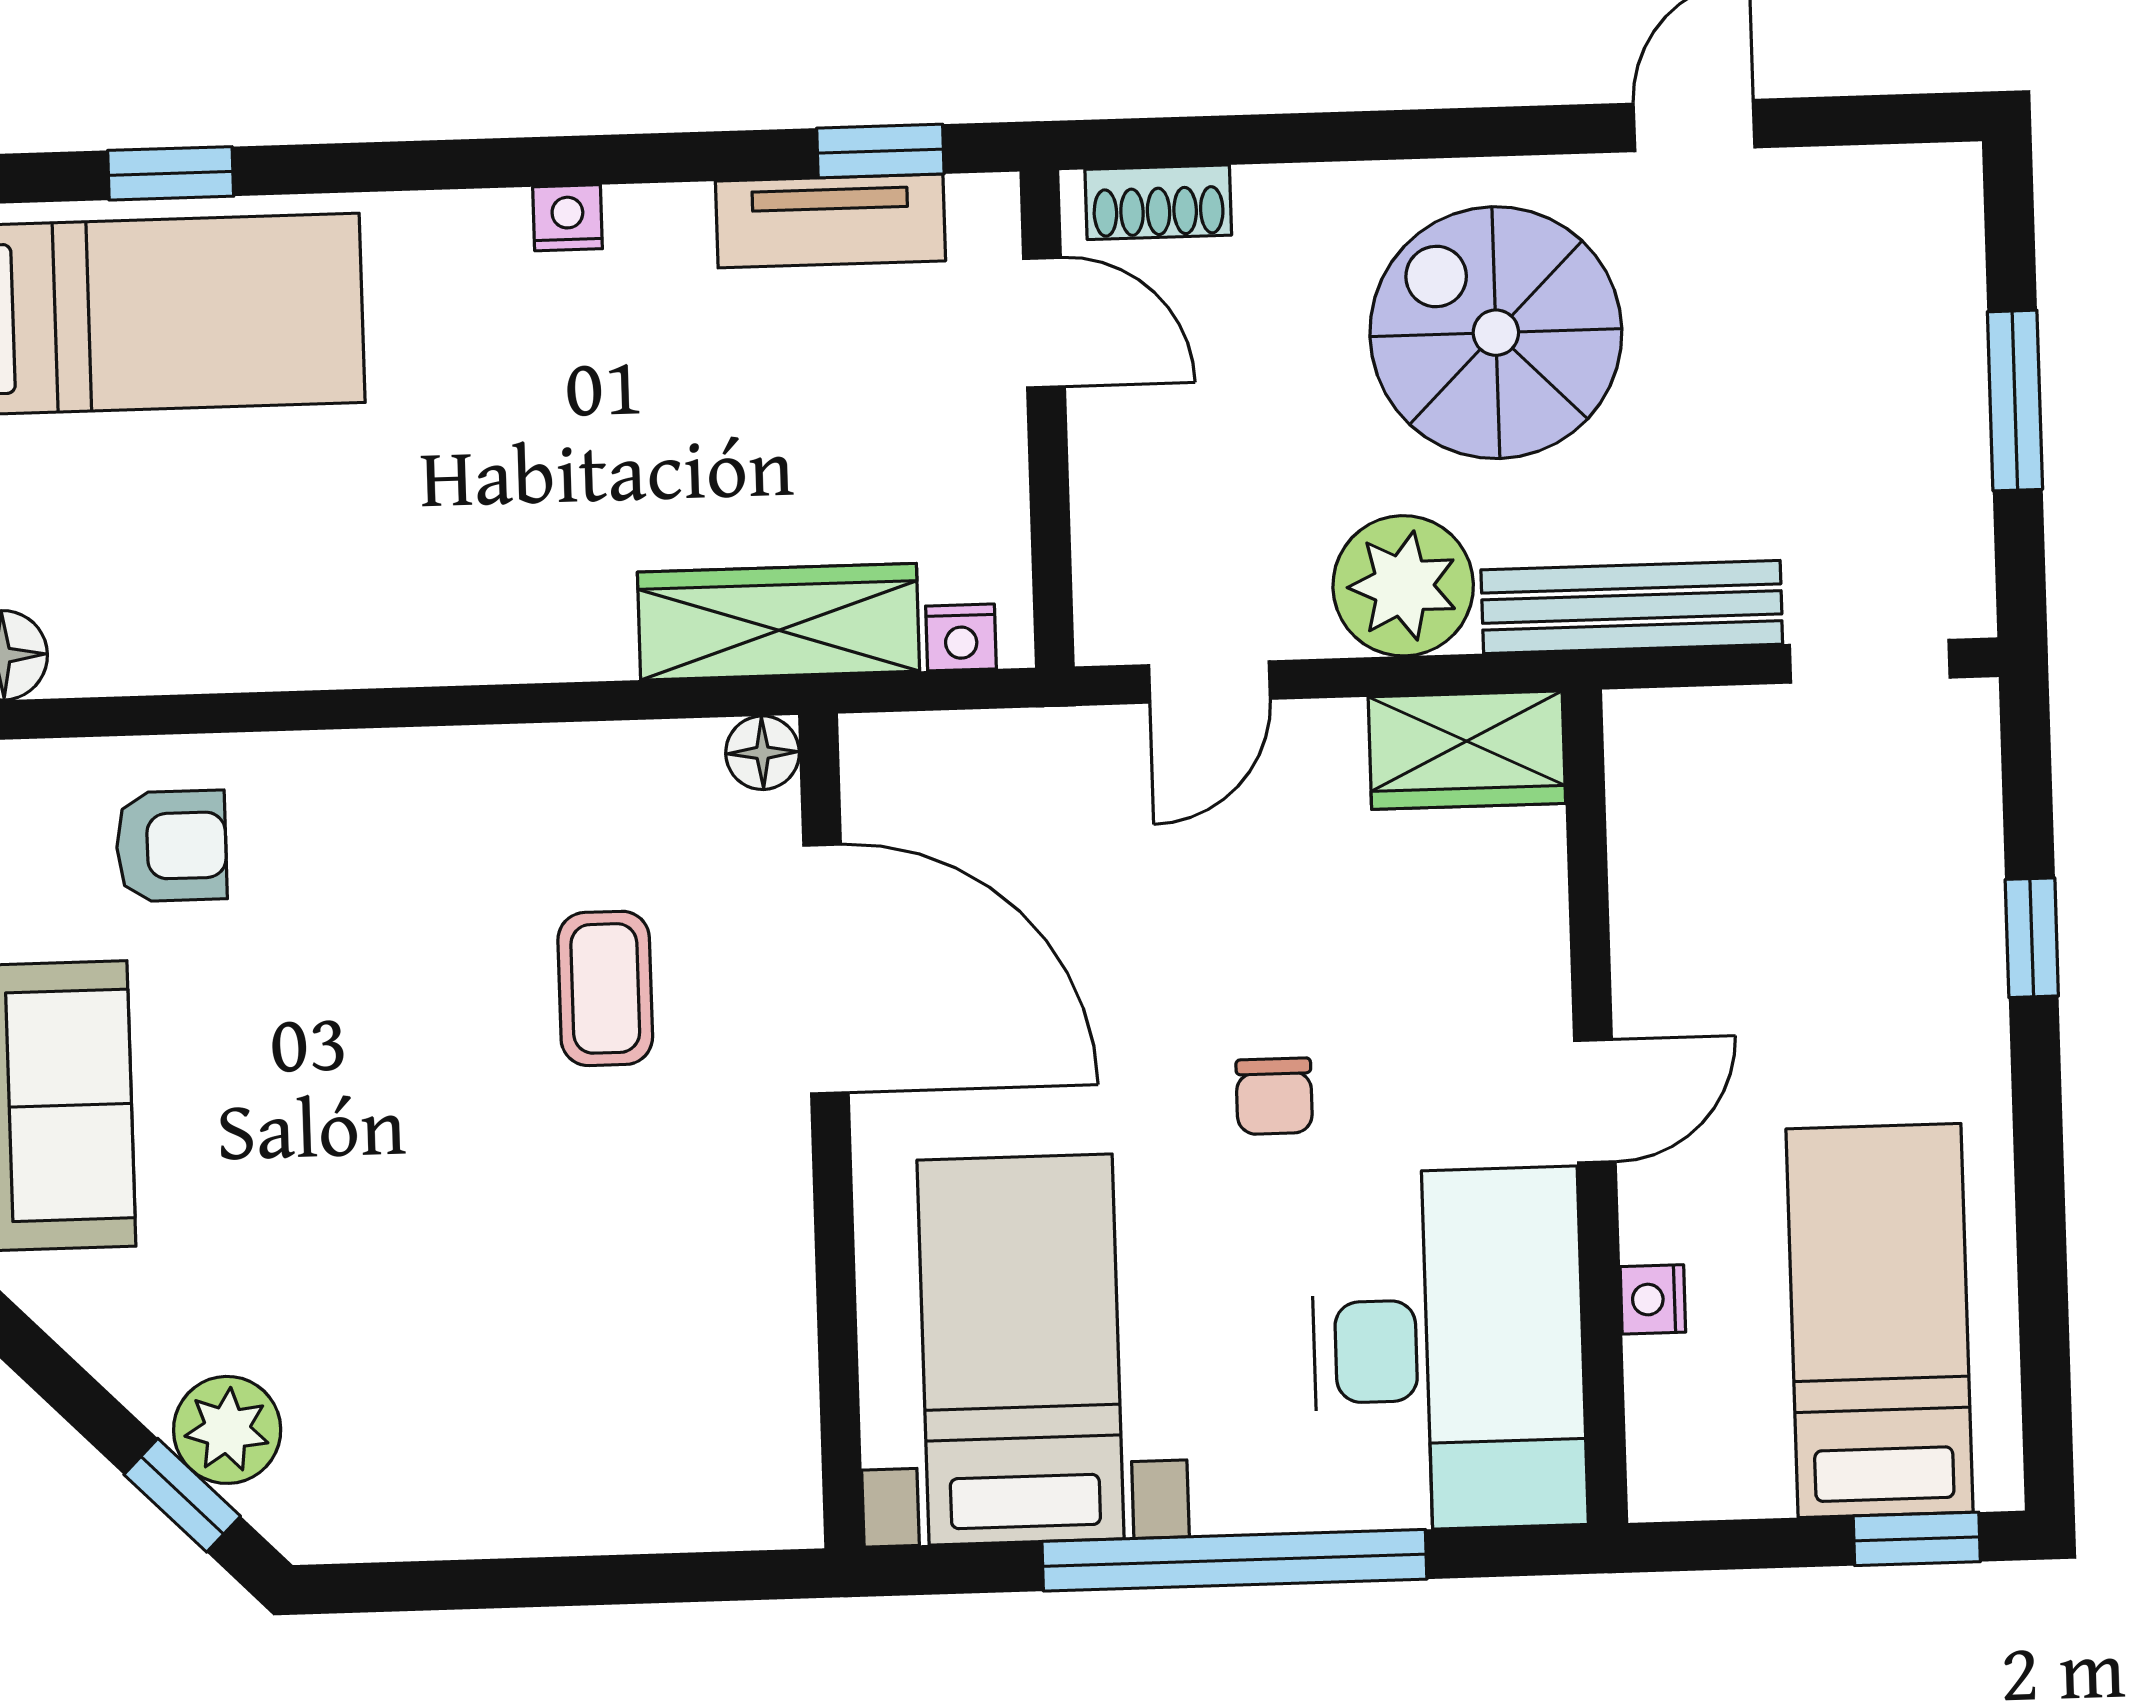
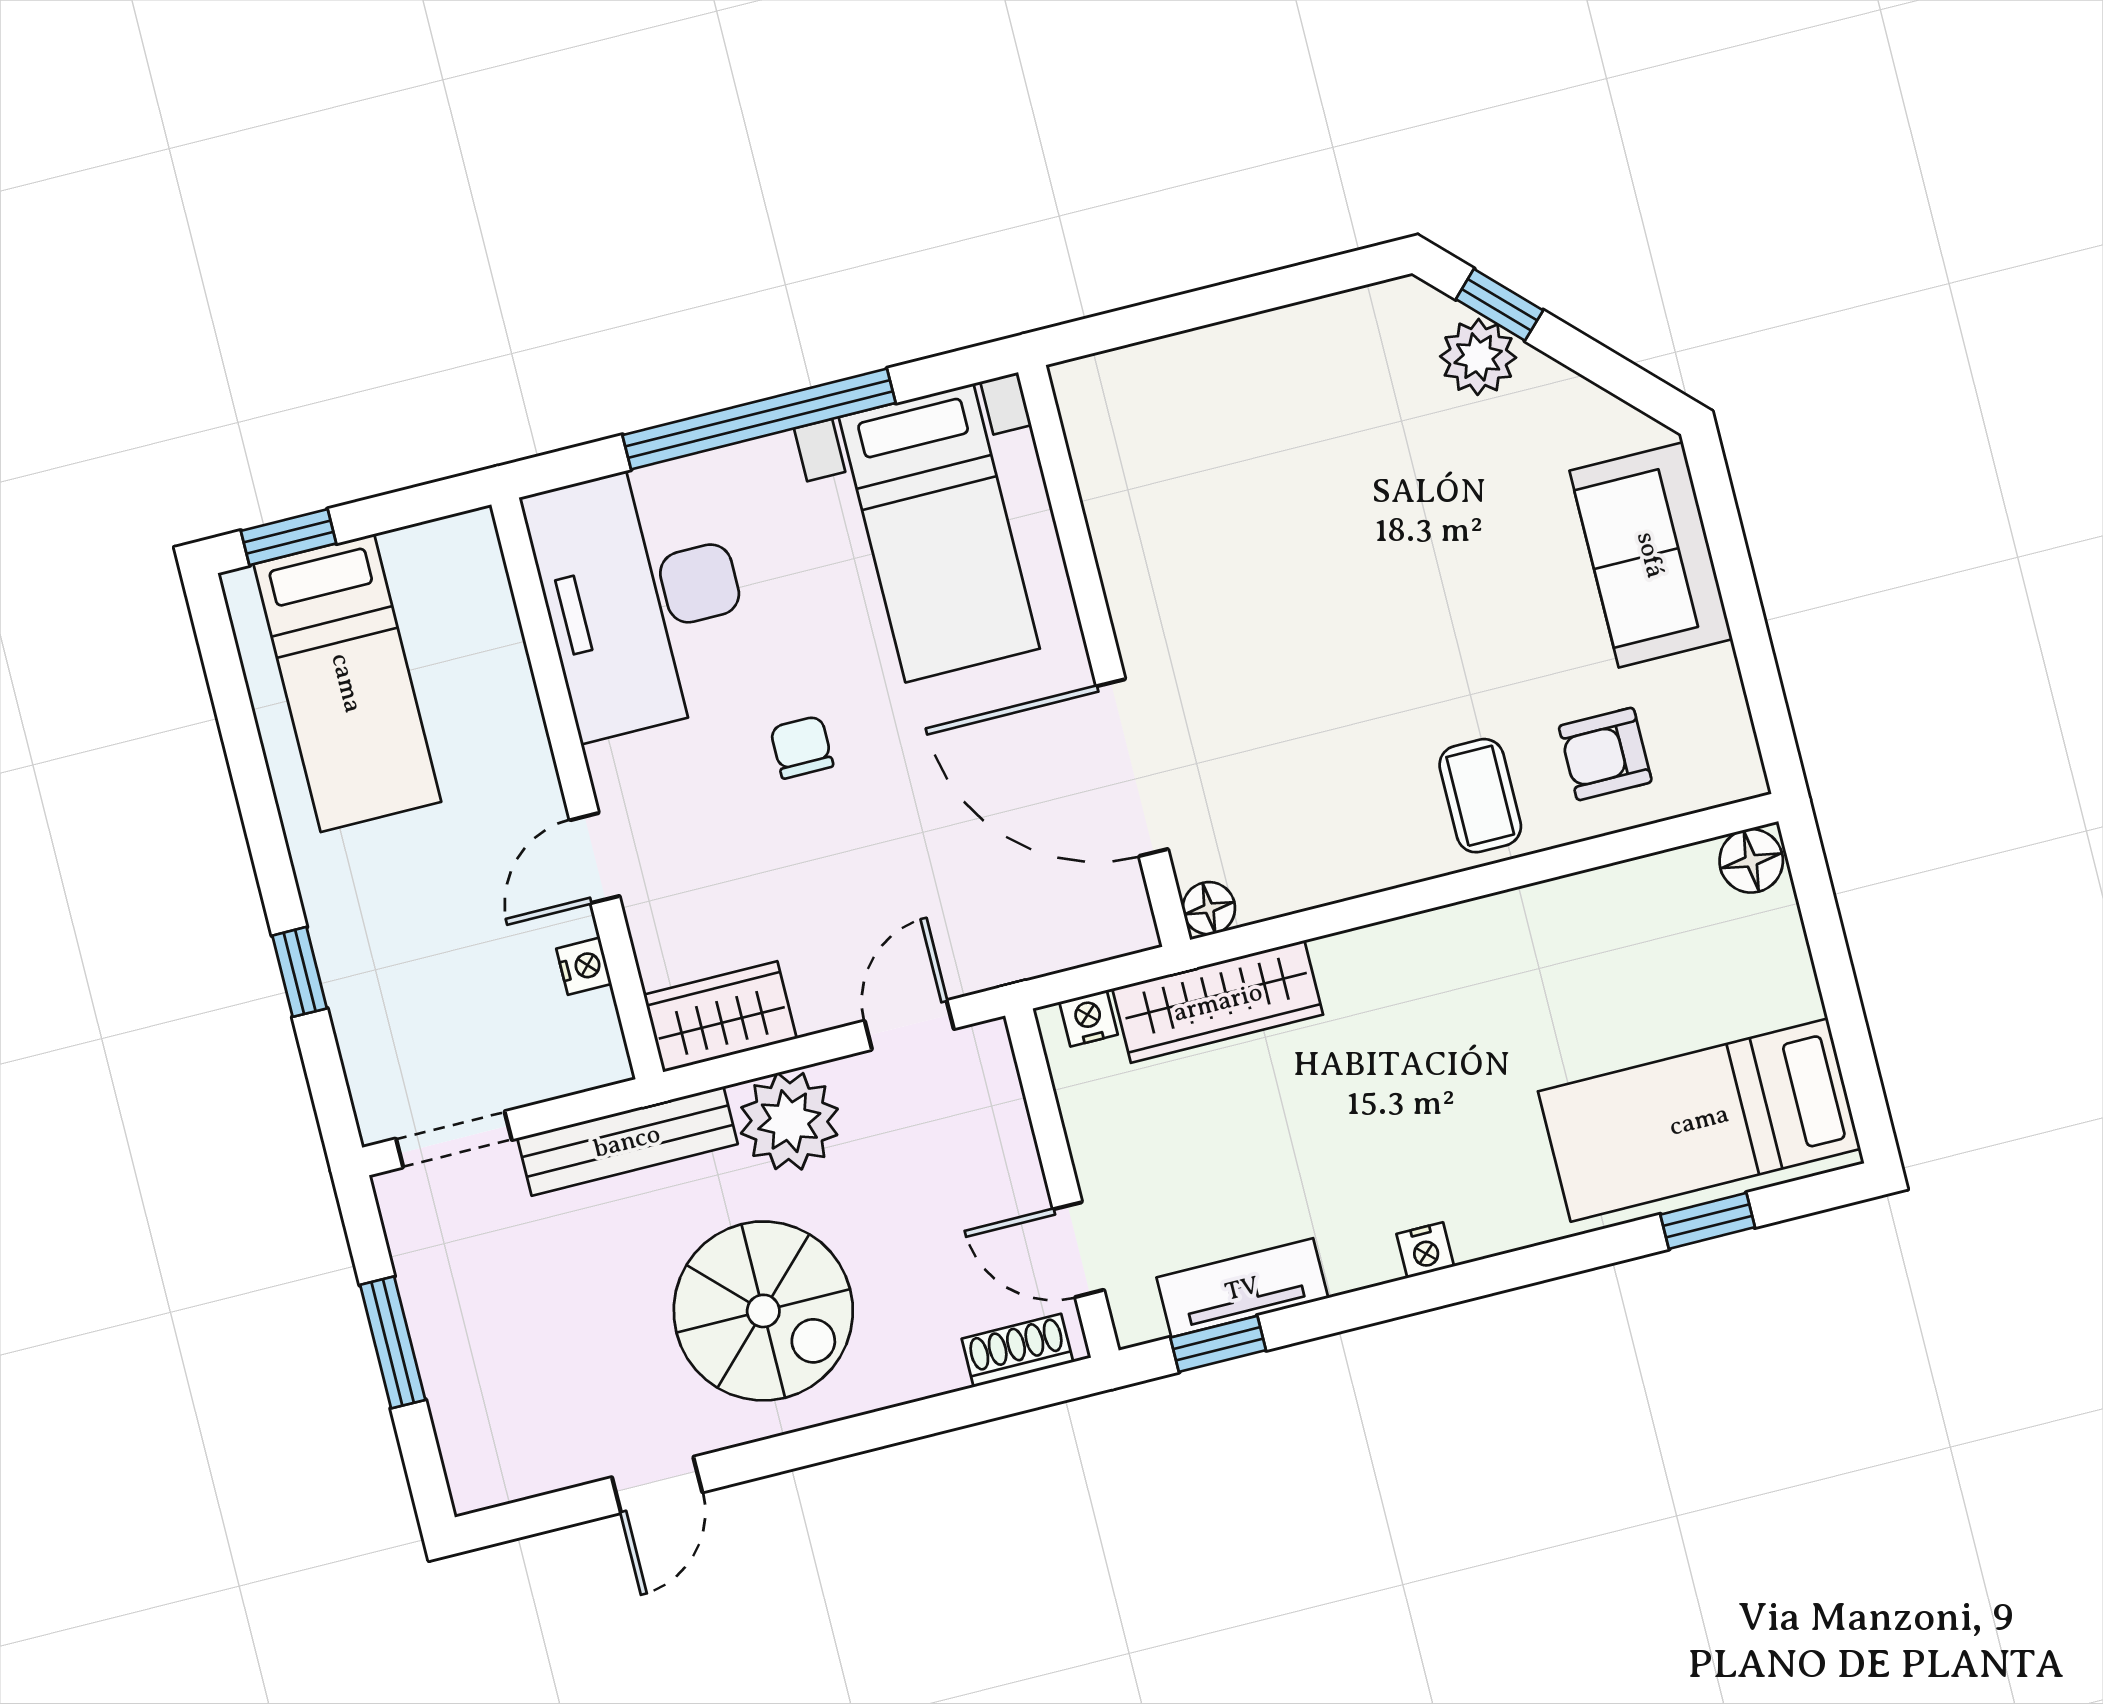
coffee table: (605, 988) -> (1480, 796), moved
door: (1595, 1101) -> (595, 858), moved
nightstand: (1653, 1299) -> (584, 966), moved

